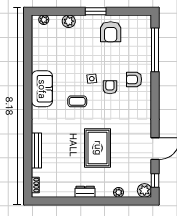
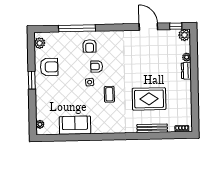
plant: (69, 21) -> (40, 43), moved
window: (155, 50) -> (77, 28), moved
sofa: (42, 89) -> (75, 125), moved
rug: (98, 148) -> (149, 99), moved
dresser: (85, 192) -> (186, 71), moved

